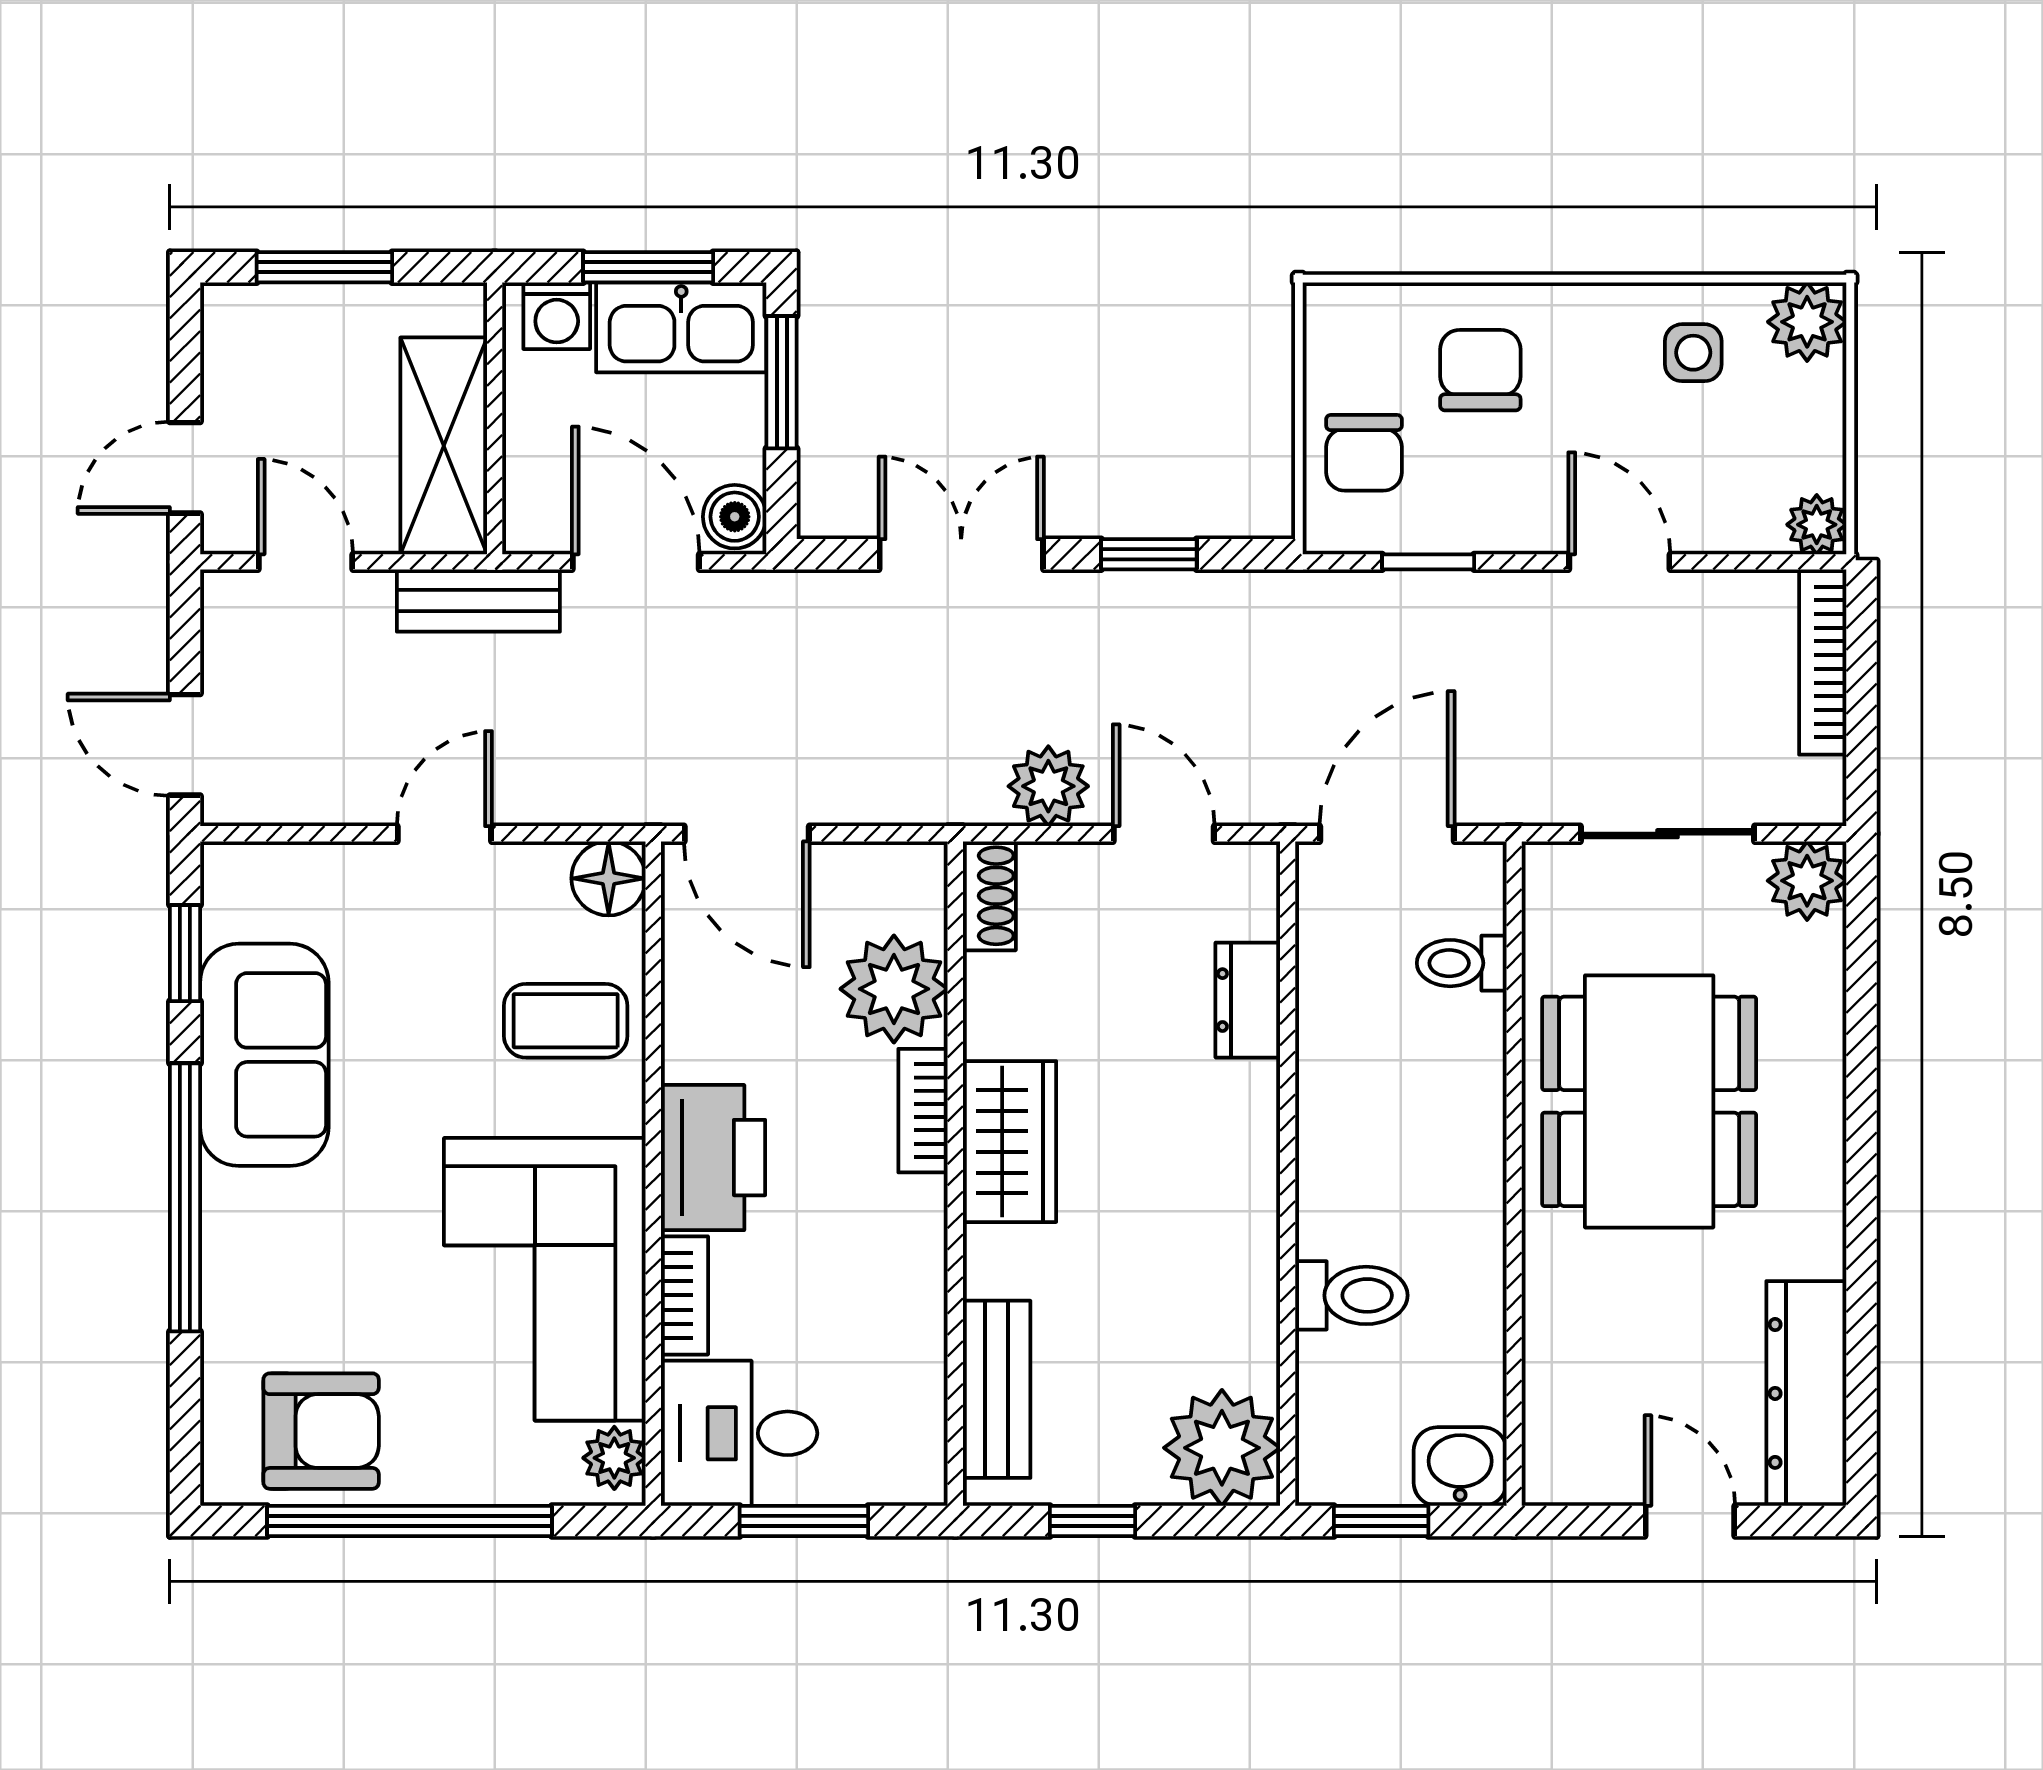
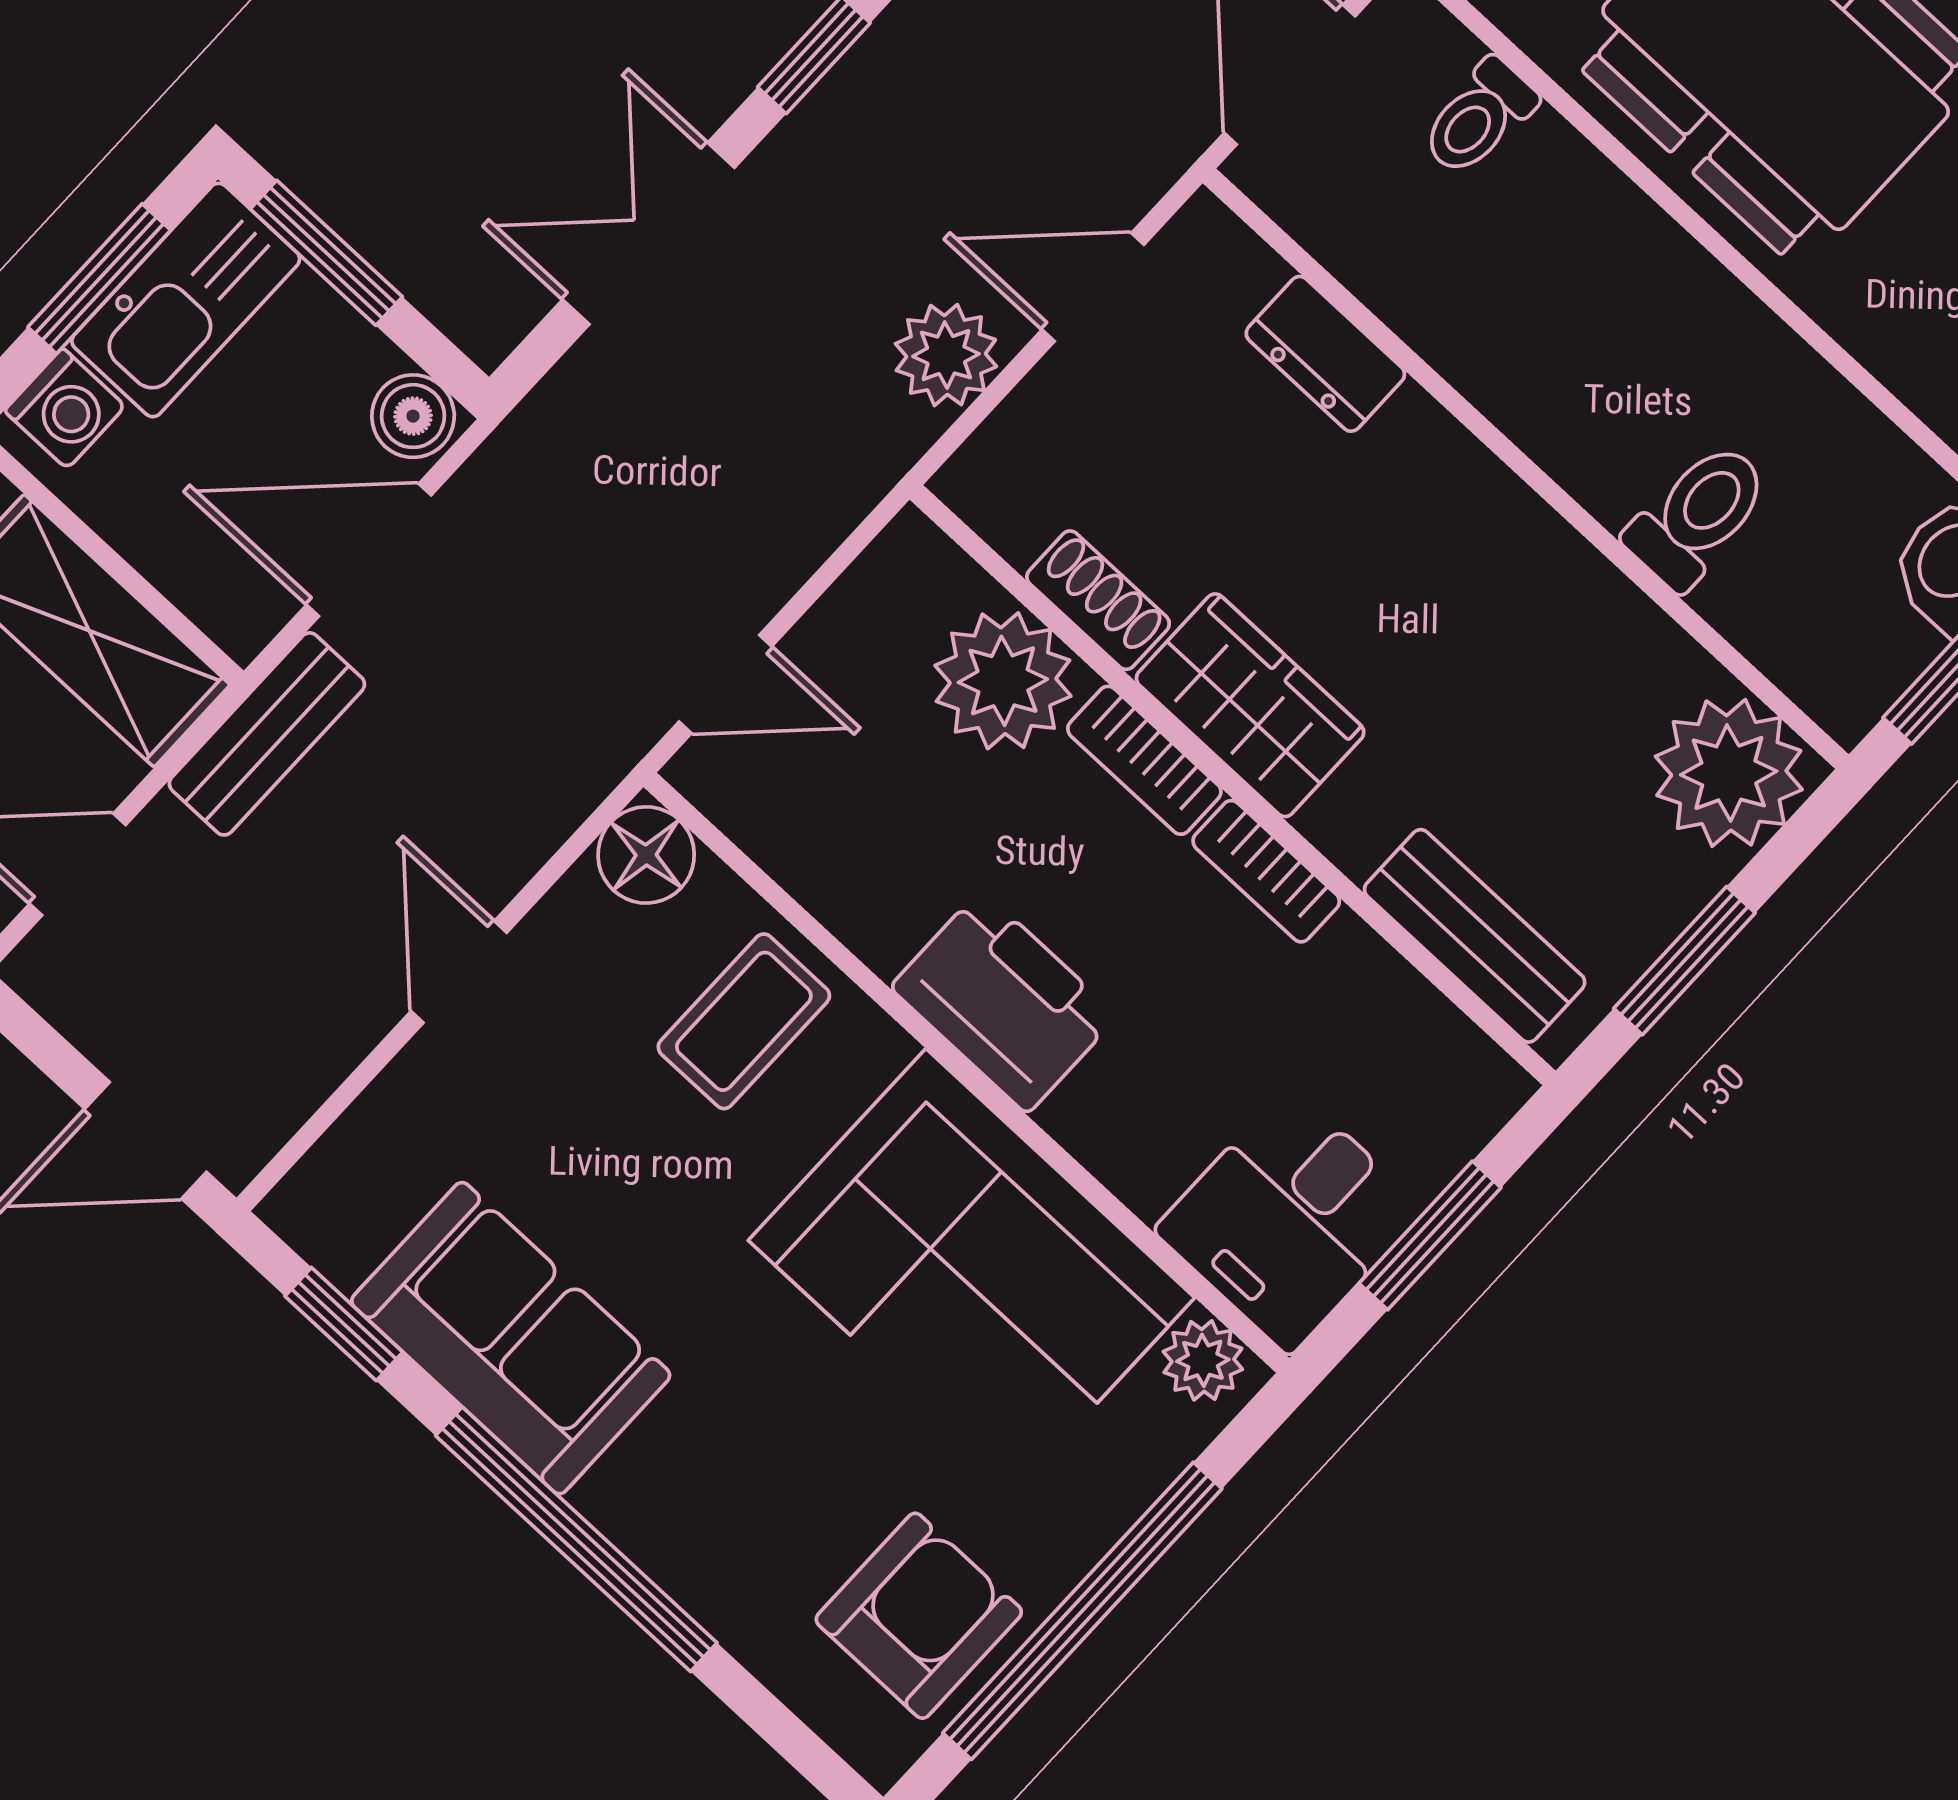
door: (747, 834) -> (725, 684), width x0.73
shoe rack: (989, 896) -> (1098, 600), moved
bookcase: (684, 1295) -> (1266, 871), moved, turned 180
window: (1093, 1521) -> (1684, 961), width x1.50

